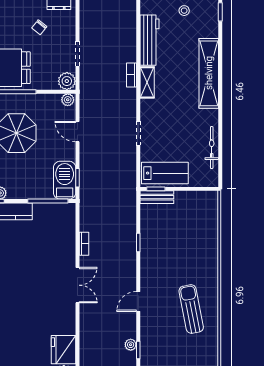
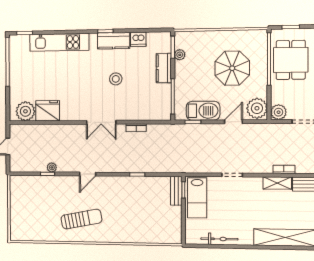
plant: (68, 100) -> (257, 108), width x1.87, depth x1.87
barbecue: (65, 180) -> (203, 111), moved
stool: (27, 268) -> (116, 79), added
door: (138, 301) -> (88, 174), swing flipped

